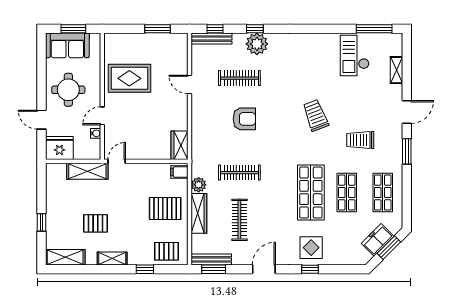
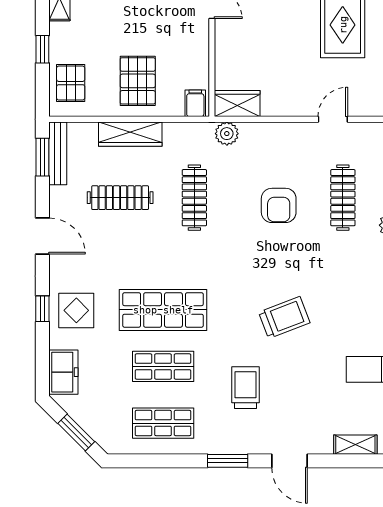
plant: (199, 185) -> (227, 134), moved
freezer: (378, 240) -> (63, 372), moved, turned 45

